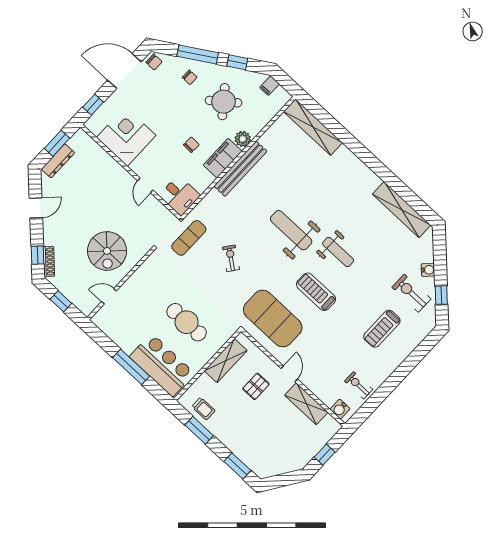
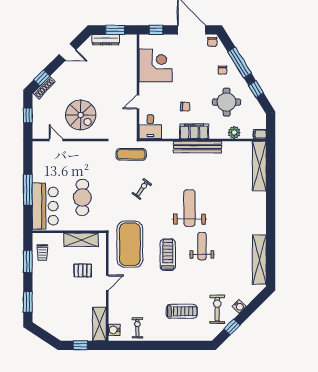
filing cabinet: (270, 86) -> (260, 134), moved
round table: (224, 102) -> (227, 102), turned 38
plant: (243, 139) -> (234, 133), moved
spiral stairs: (107, 251) -> (81, 115), turned -90
weight bench: (338, 252) -> (202, 246), turned 180
treadmill: (382, 329) -> (182, 311), turned 180
shelving: (306, 404) -> (99, 324), moved

